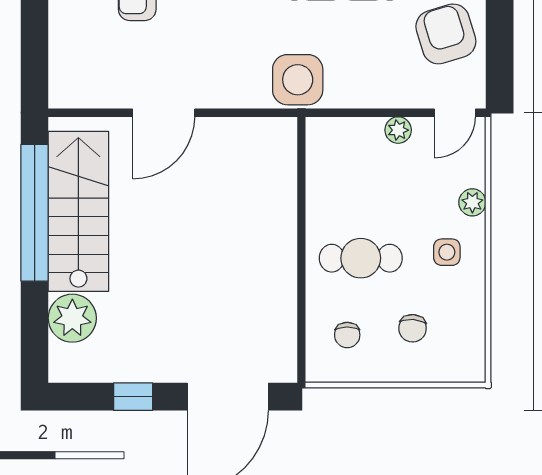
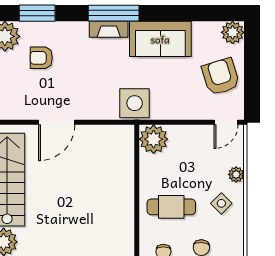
plant: (398, 130) -> (154, 139), moved, width x1.88, depth x1.88
side table: (447, 252) -> (221, 203), turned 45

